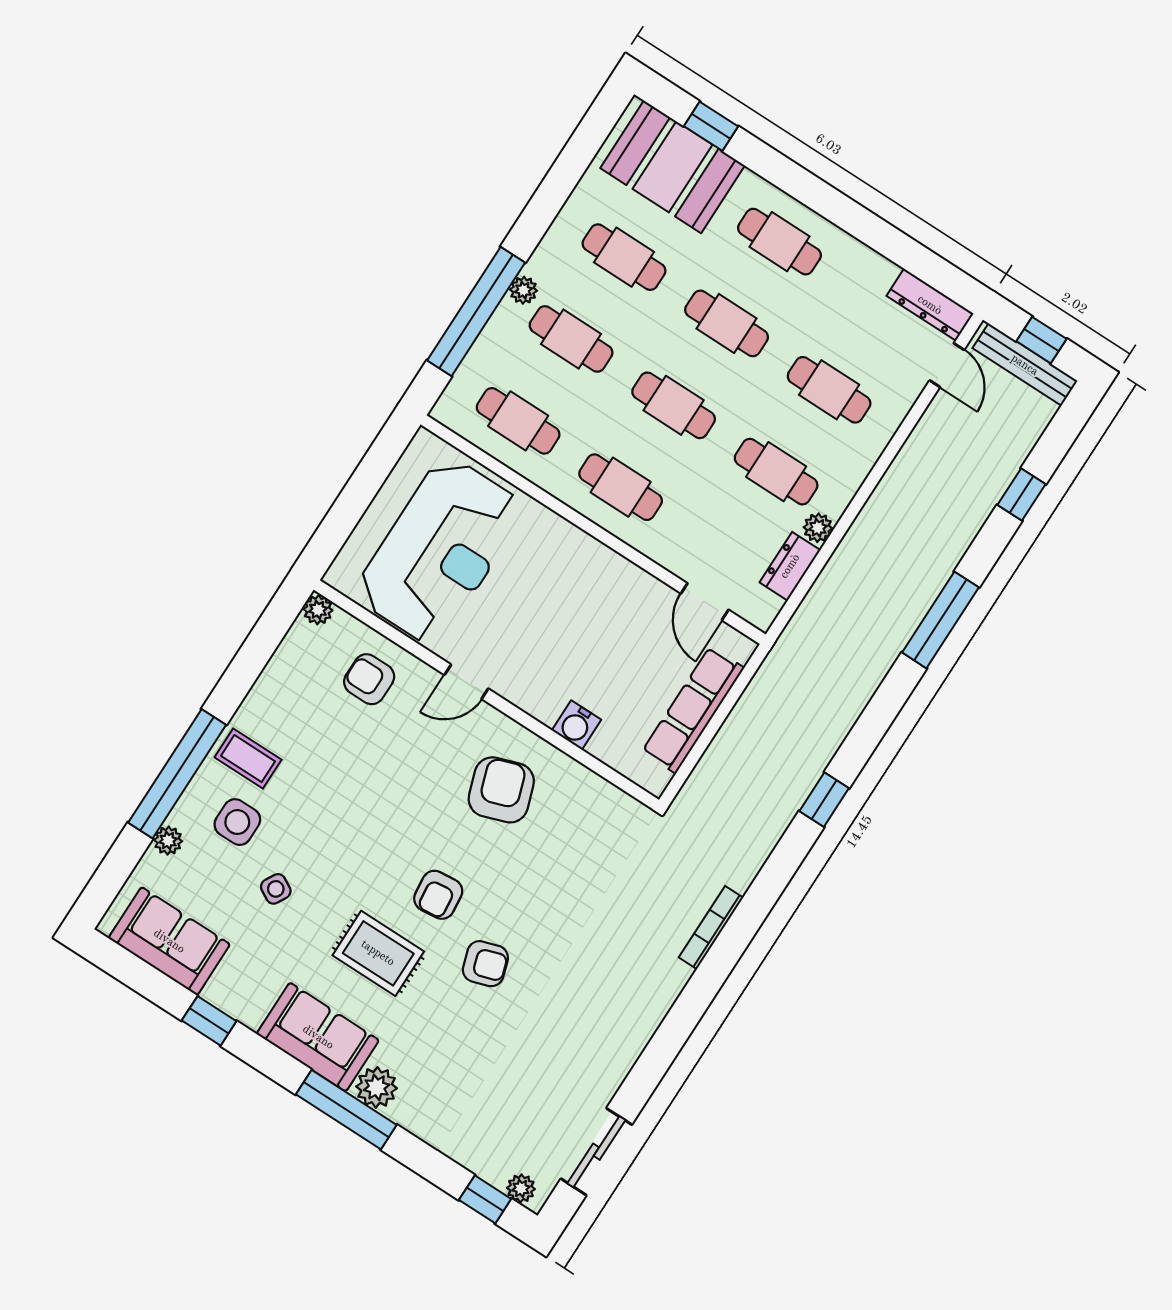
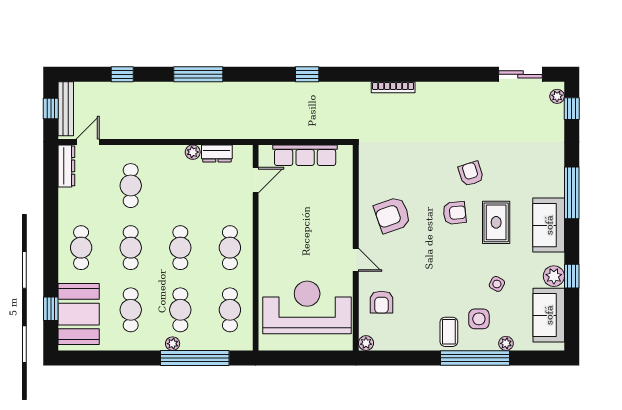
cafe table: (776, 472) -> (180, 186), removed
water cooler: (576, 725) -> (344, 201), removed
plant: (377, 1087) -> (554, 276), moved

